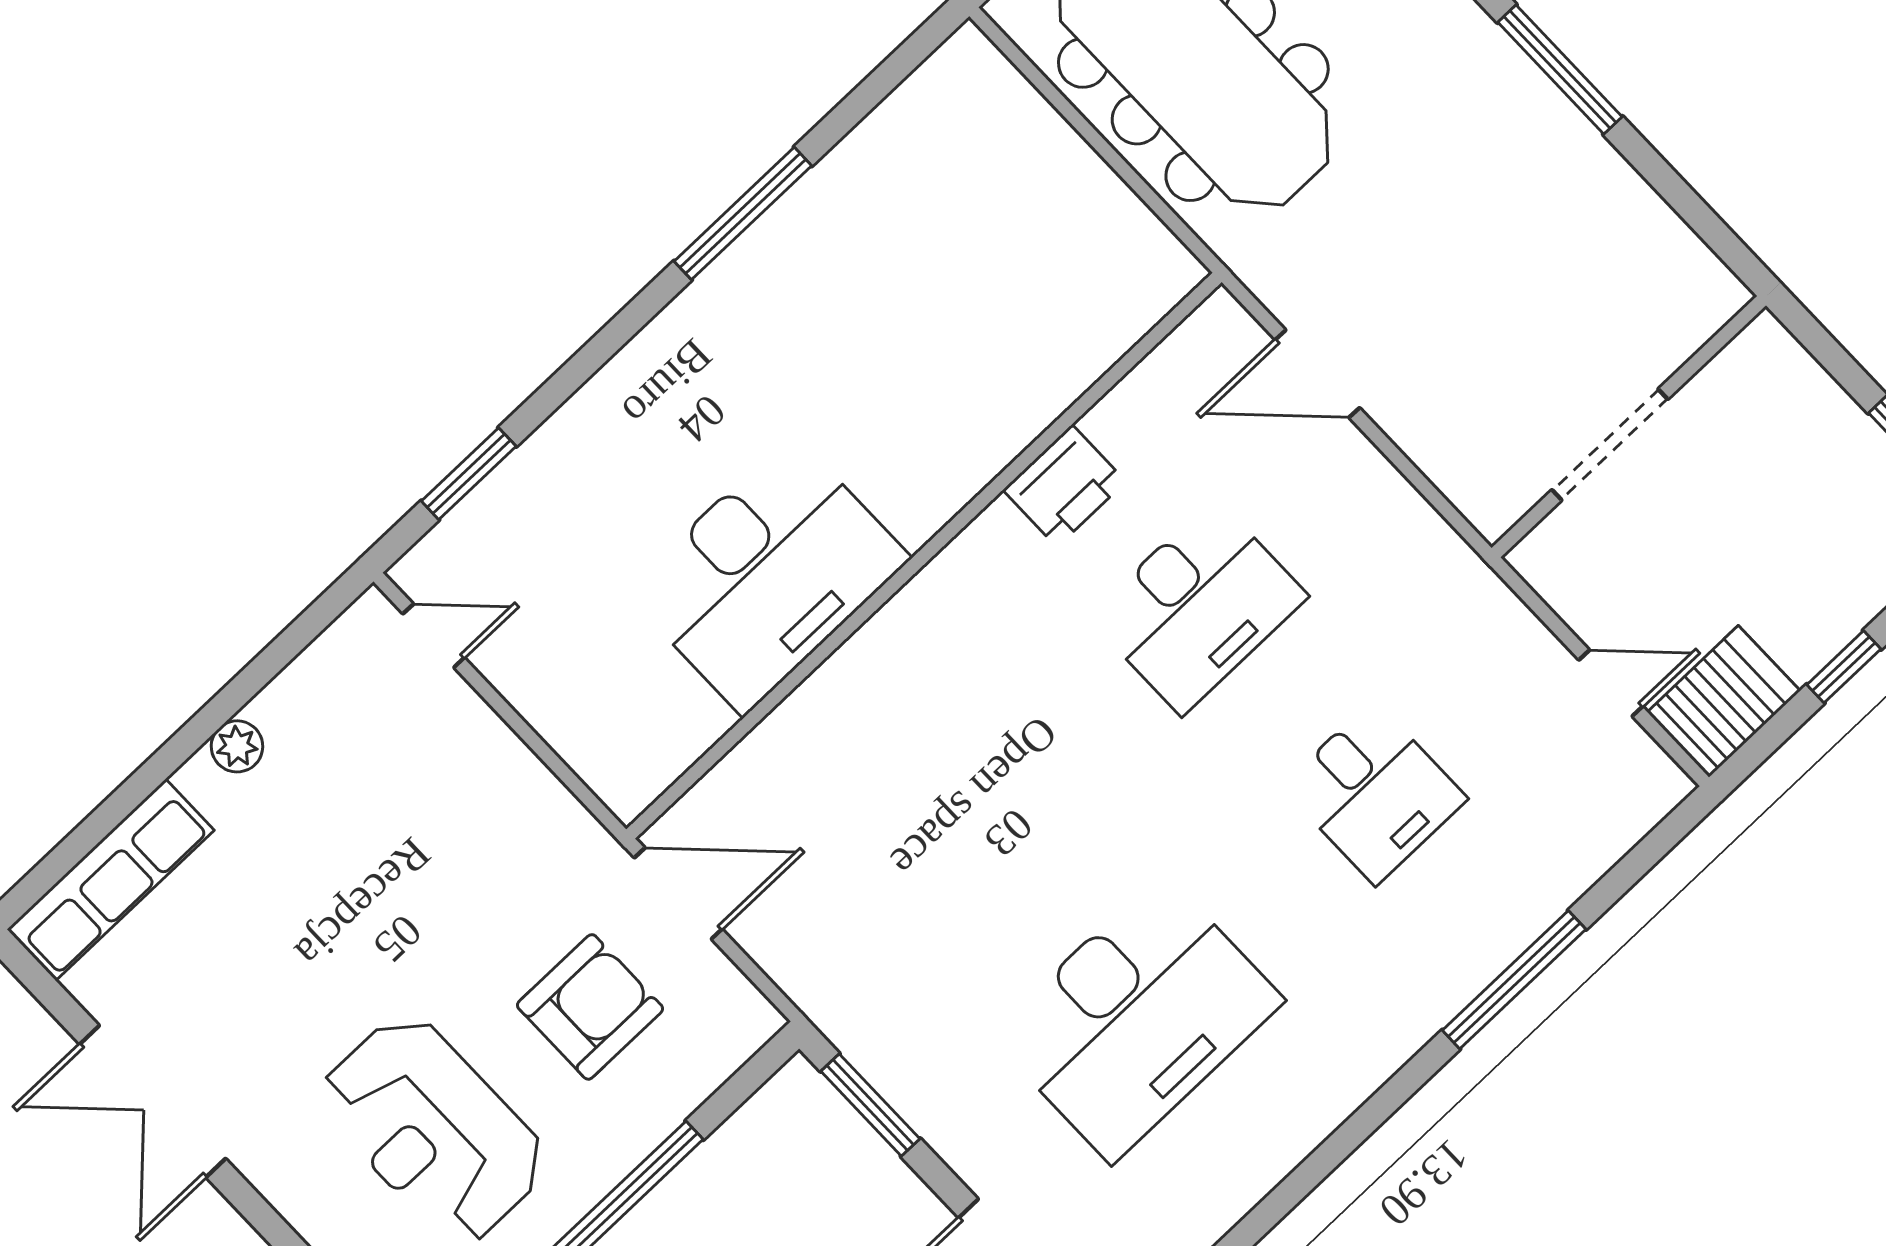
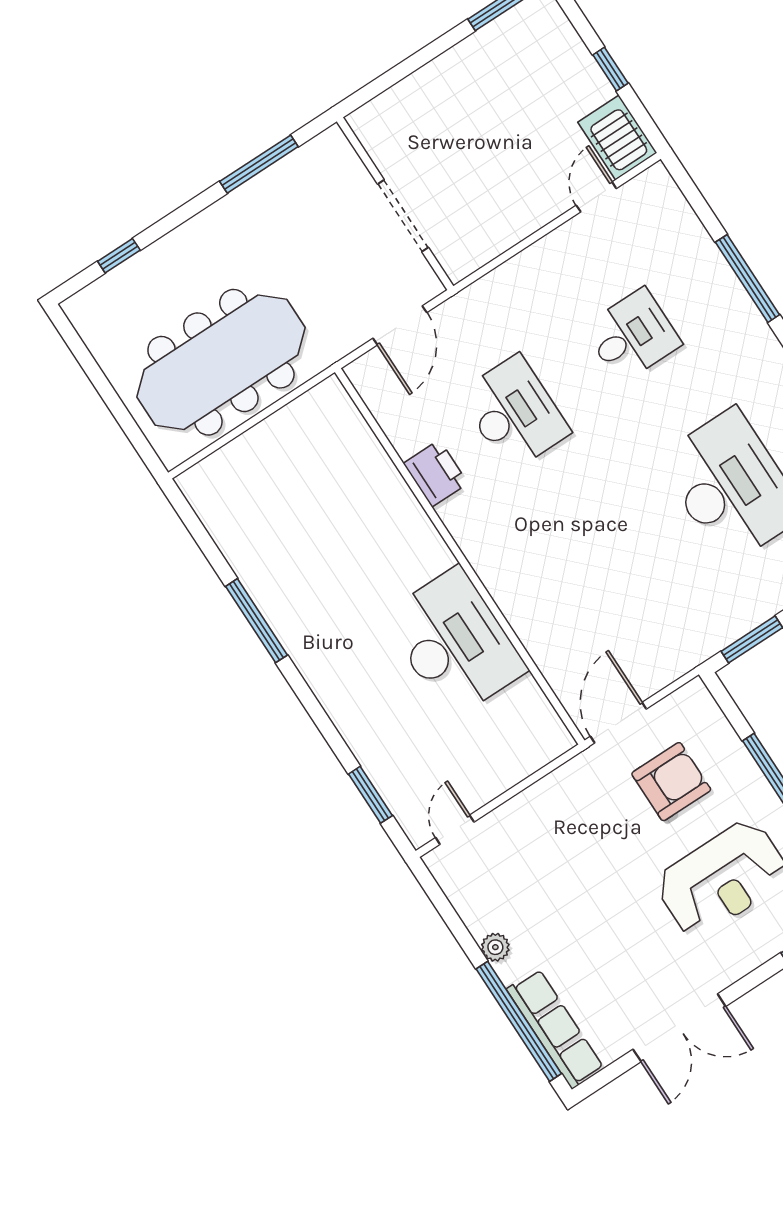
wall: (1629, 427) -> (395, 204), moved
doorway: (1610, 445) -> (403, 216), moved
window: (112, 812) -> (519, 1021), added
armchair: (590, 1007) -> (671, 782), turned 90

